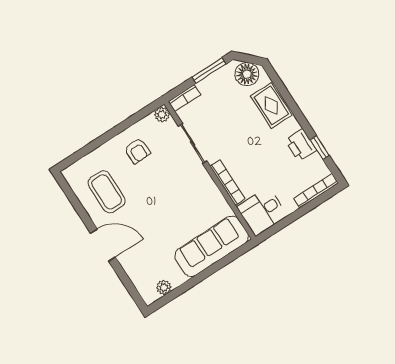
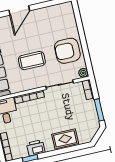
floor lamp: (247, 74) -> (89, 131), removed
armchair: (137, 151) -> (67, 51), width x1.88, depth x1.88
coffee table: (107, 192) -> (32, 61), moved

